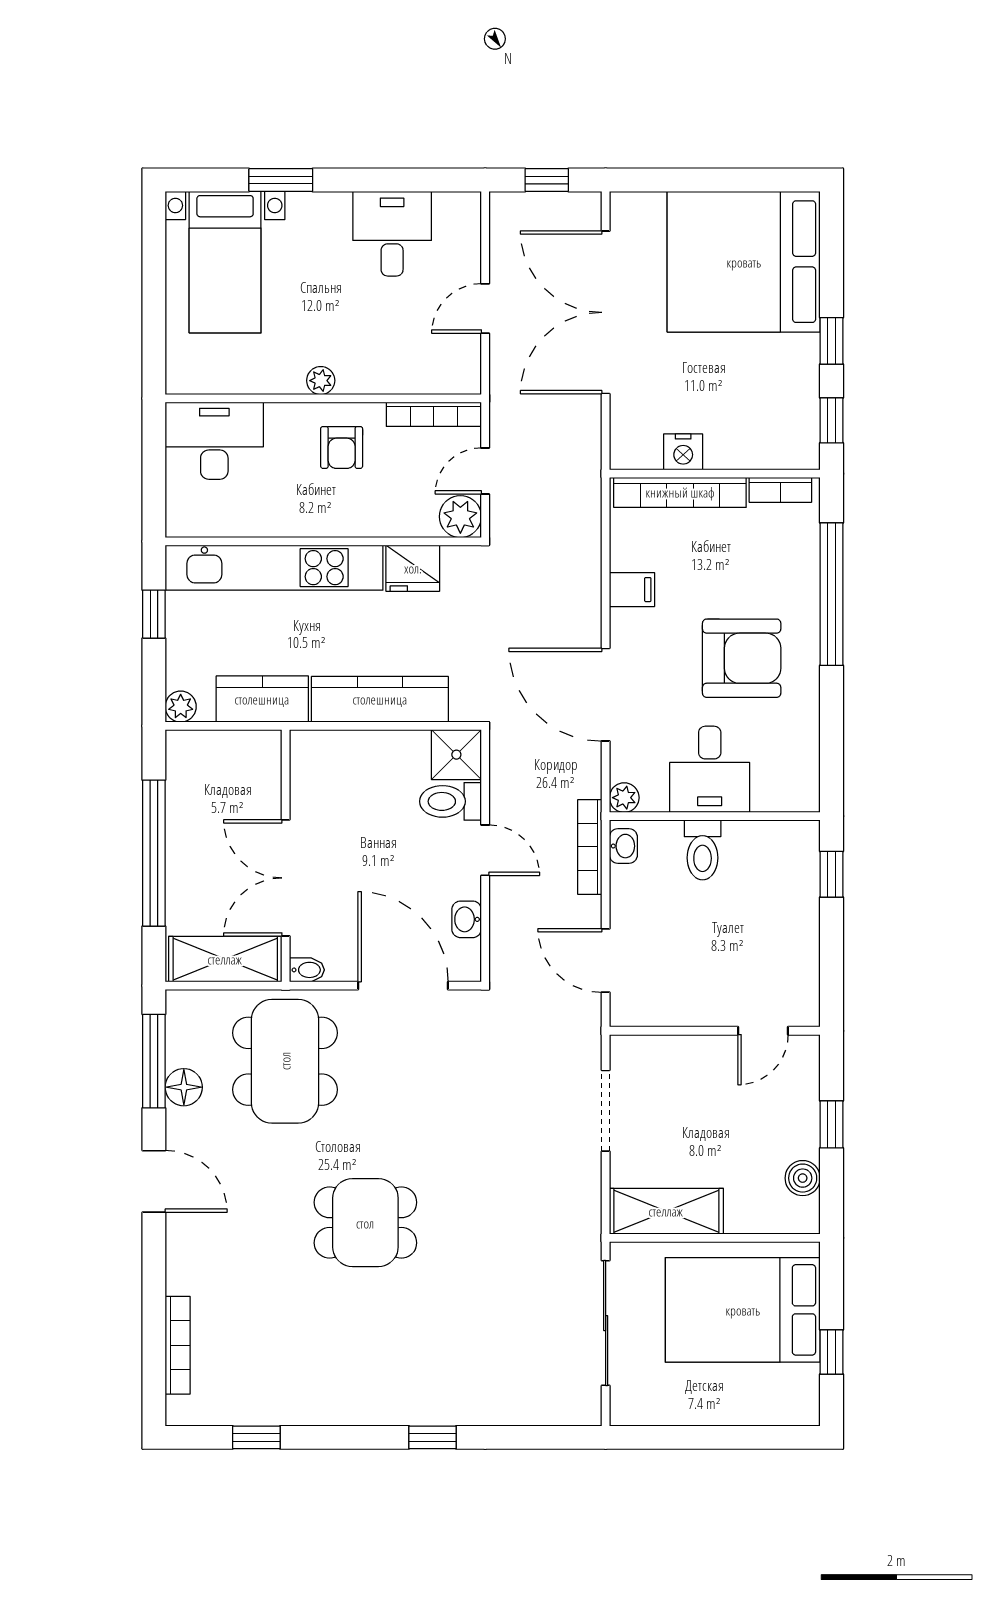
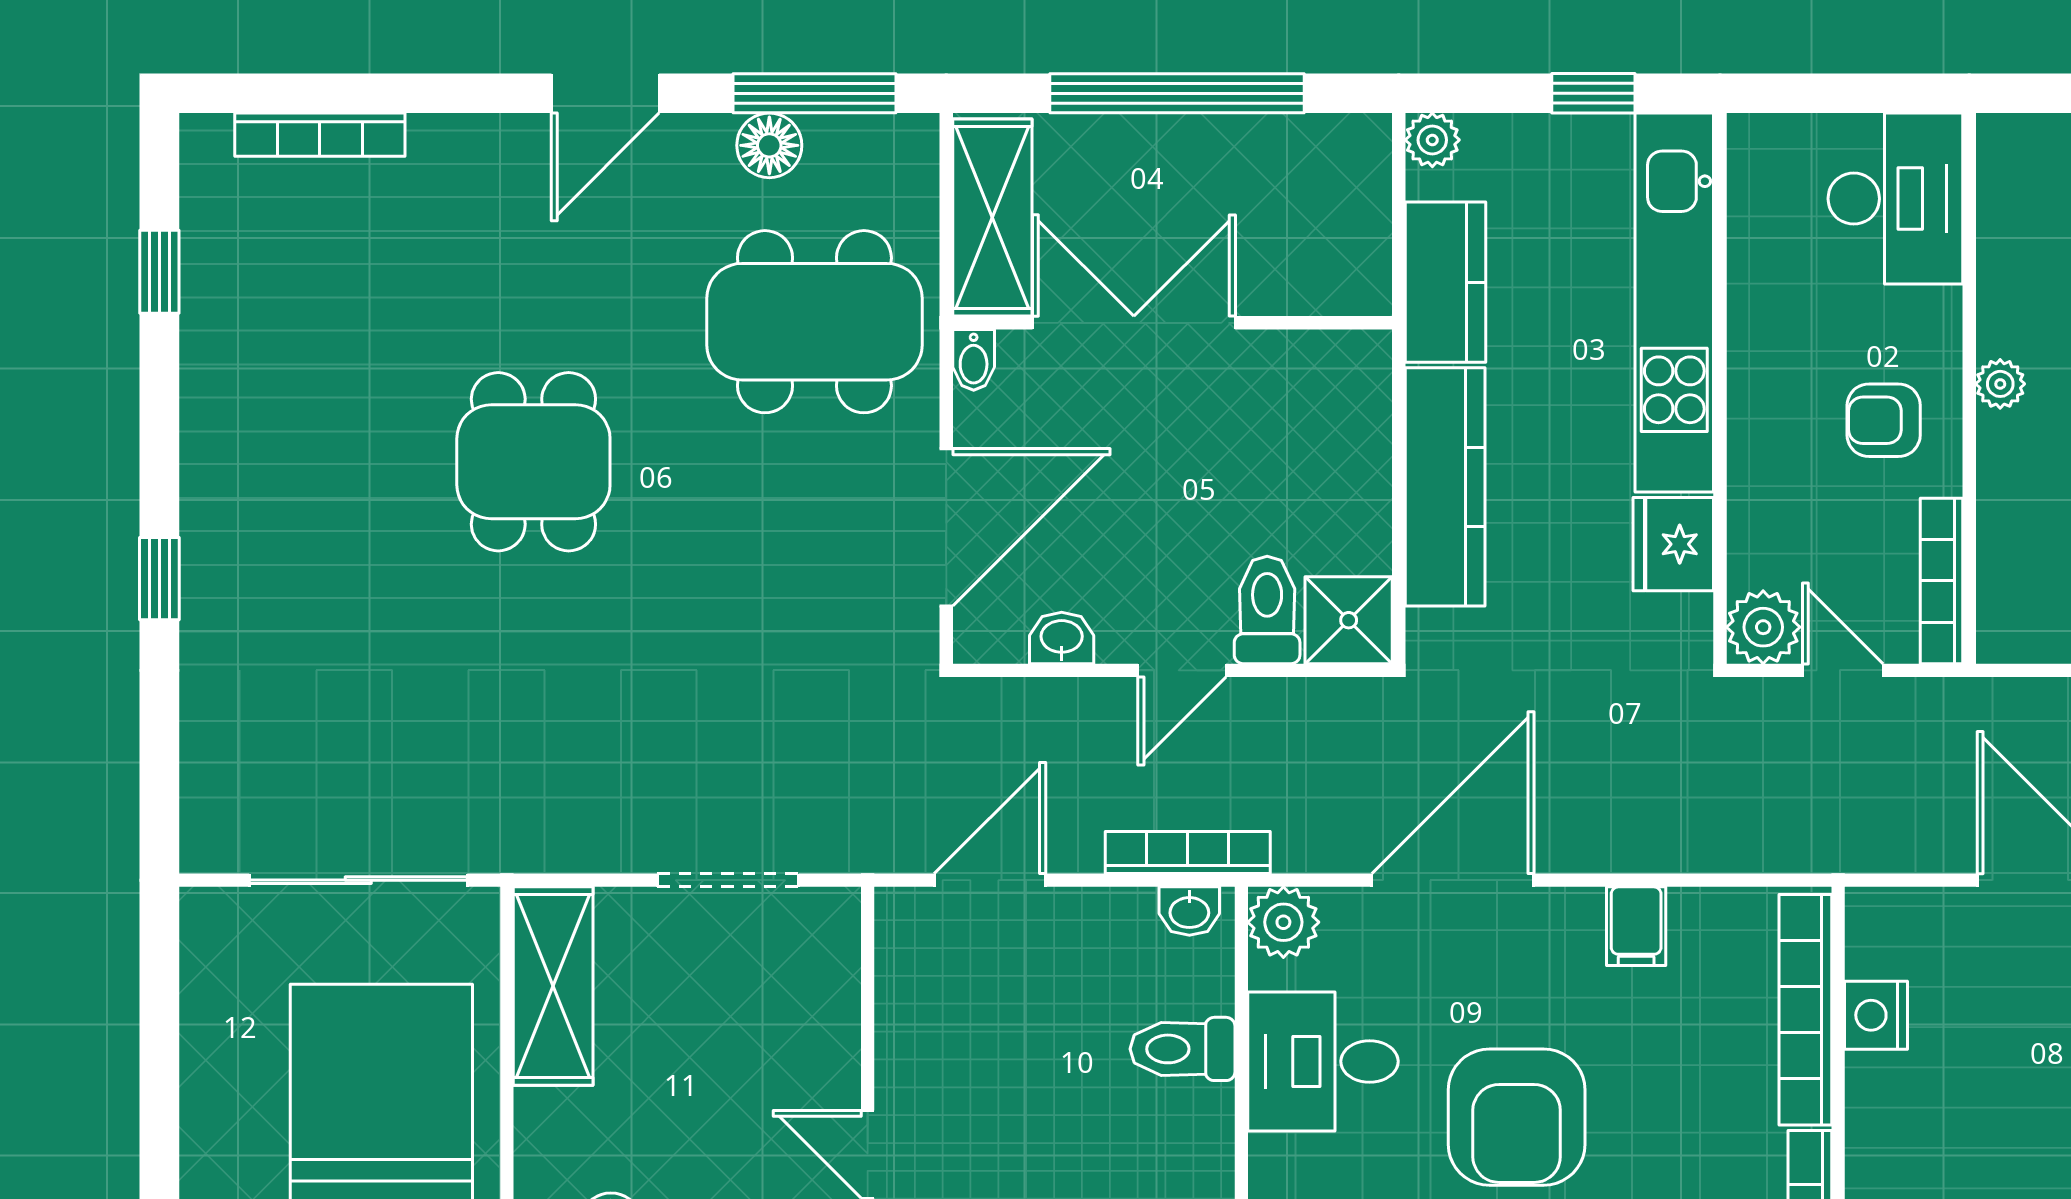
plant: (624, 798) -> (1283, 922), width x1.38, depth x1.38

